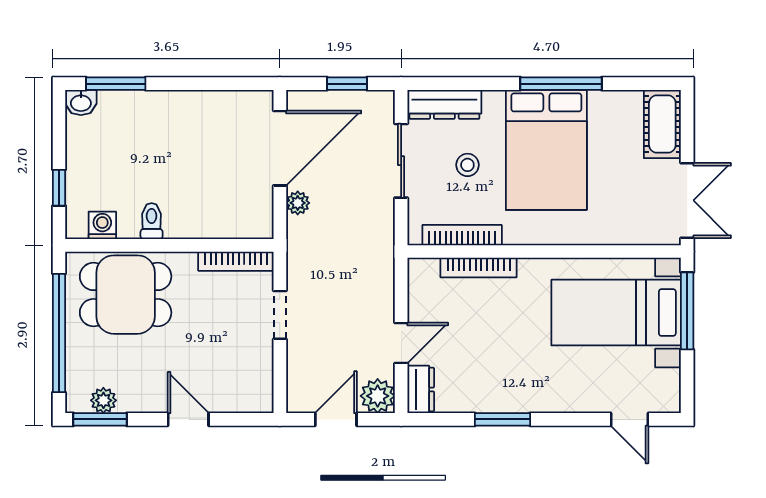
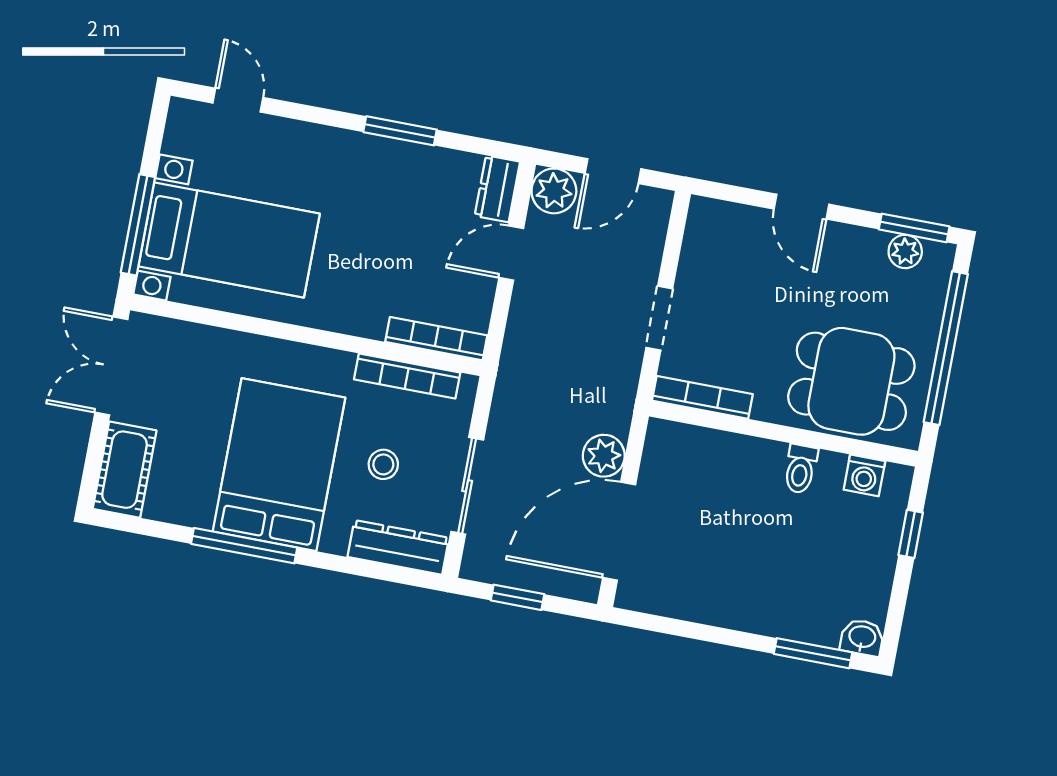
plant: (298, 203) -> (604, 456), width x1.38, depth x1.38
bookcase: (479, 268) -> (436, 339), moved

